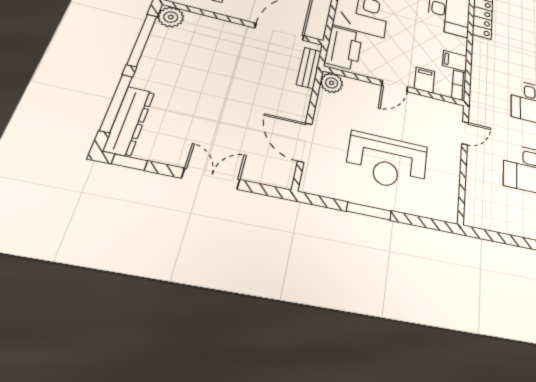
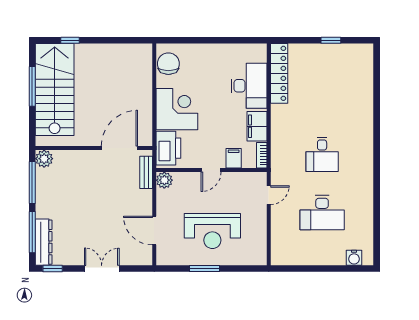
filing cabinet: (455, 61) -> (257, 126), width x2.00

